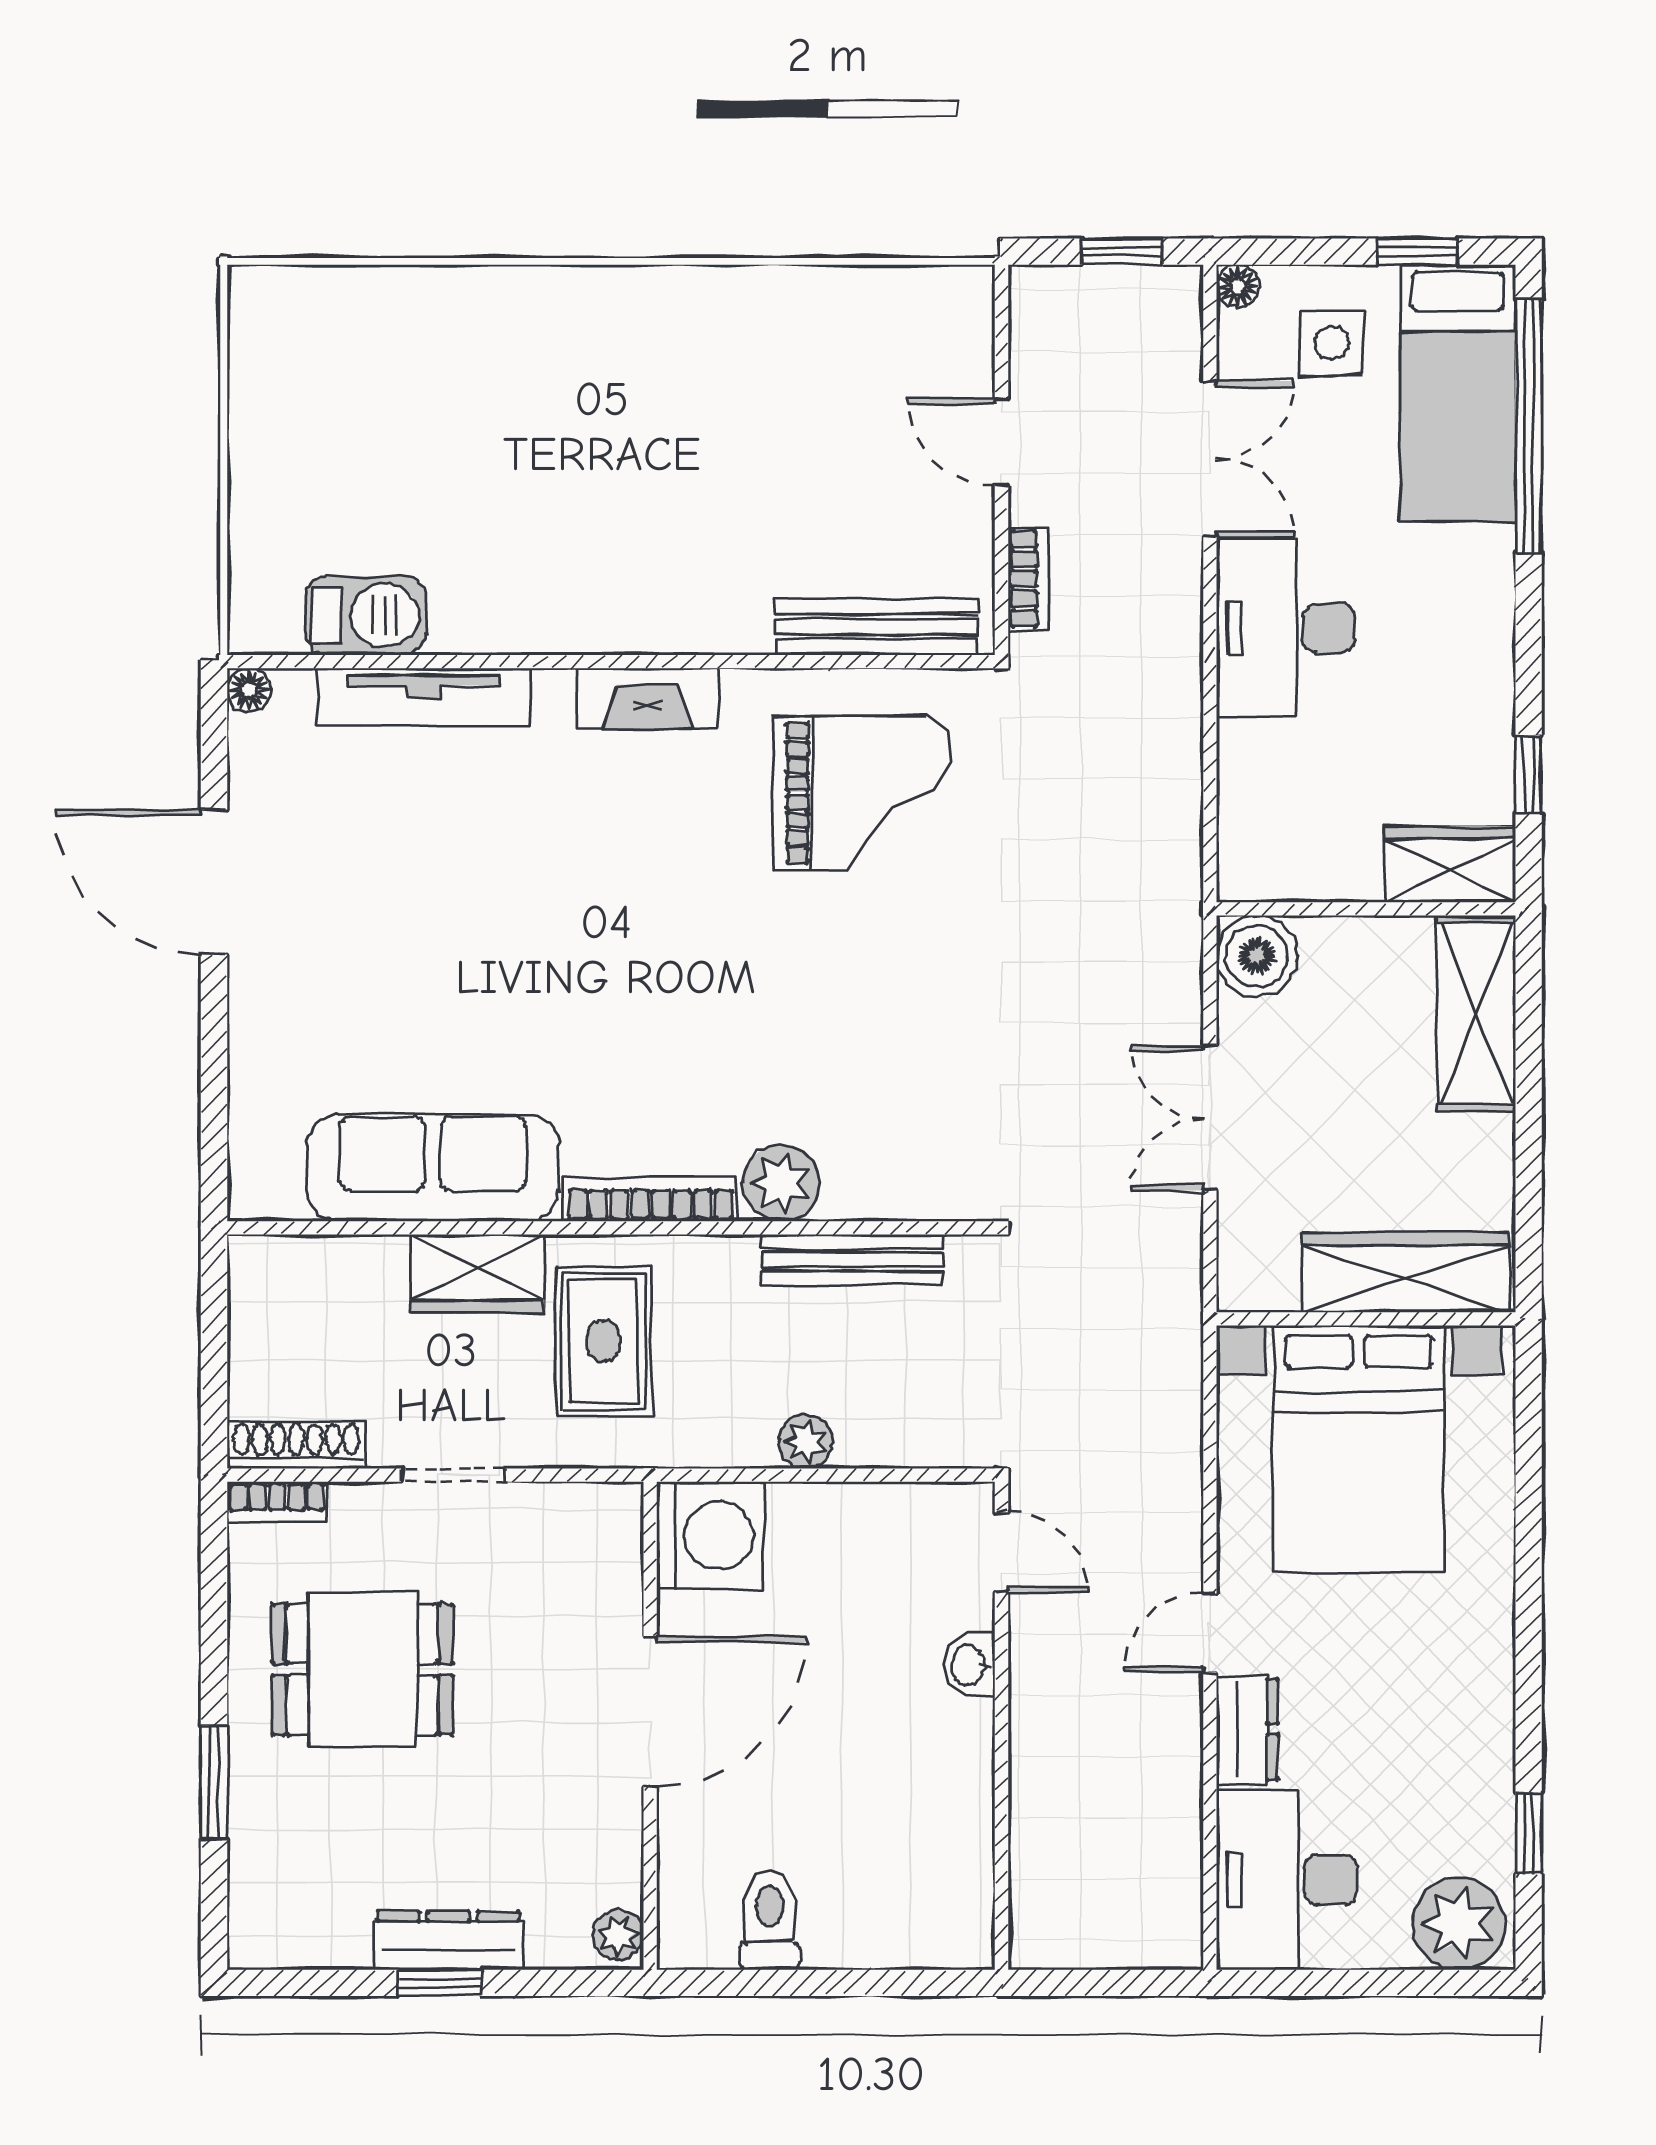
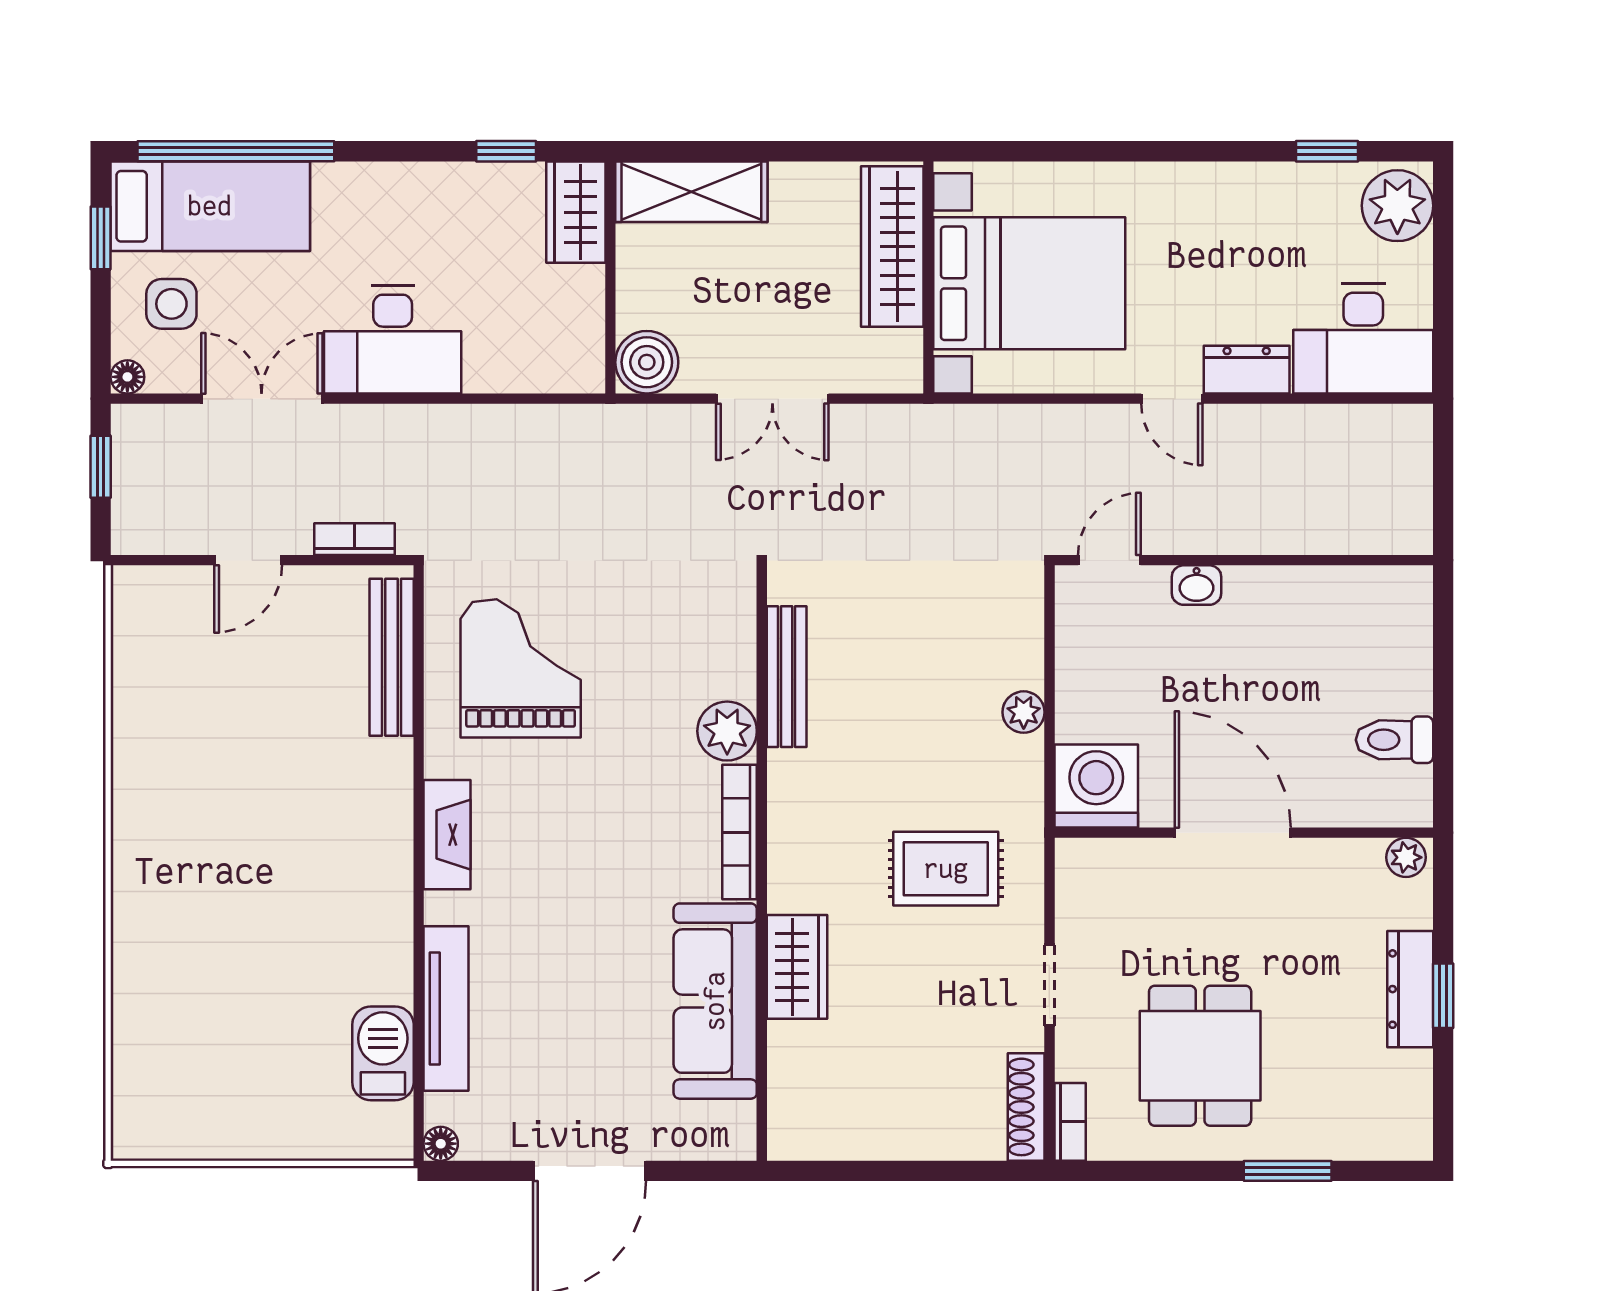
sofa: (433, 1168) -> (715, 1001), moved
plant: (781, 1183) -> (727, 731), moved
bookcase: (651, 1199) -> (740, 832), moved
wall: (611, 1228) -> (762, 863), moved
bench: (851, 1260) -> (787, 677), moved
wardrobe: (477, 1273) -> (797, 967), moved

